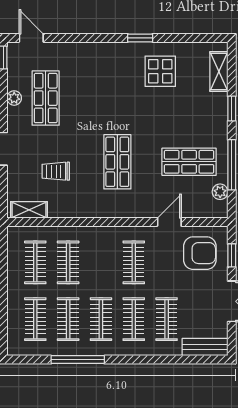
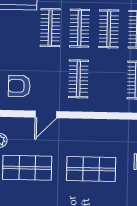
shop shelf: (117, 162) -> (91, 169), turned 90
armchair: (200, 253) -> (19, 86), width x0.72, depth x0.72

